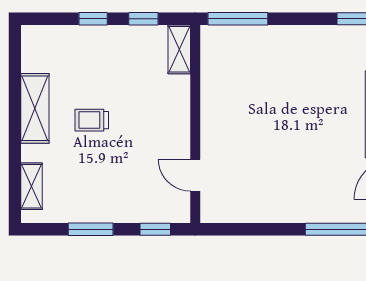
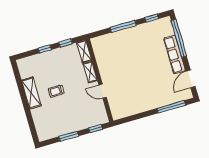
window: (238, 19) -> (123, 26), moved
door: (195, 175) -> (103, 91), moved
shelving: (31, 186) -> (90, 72), moved

